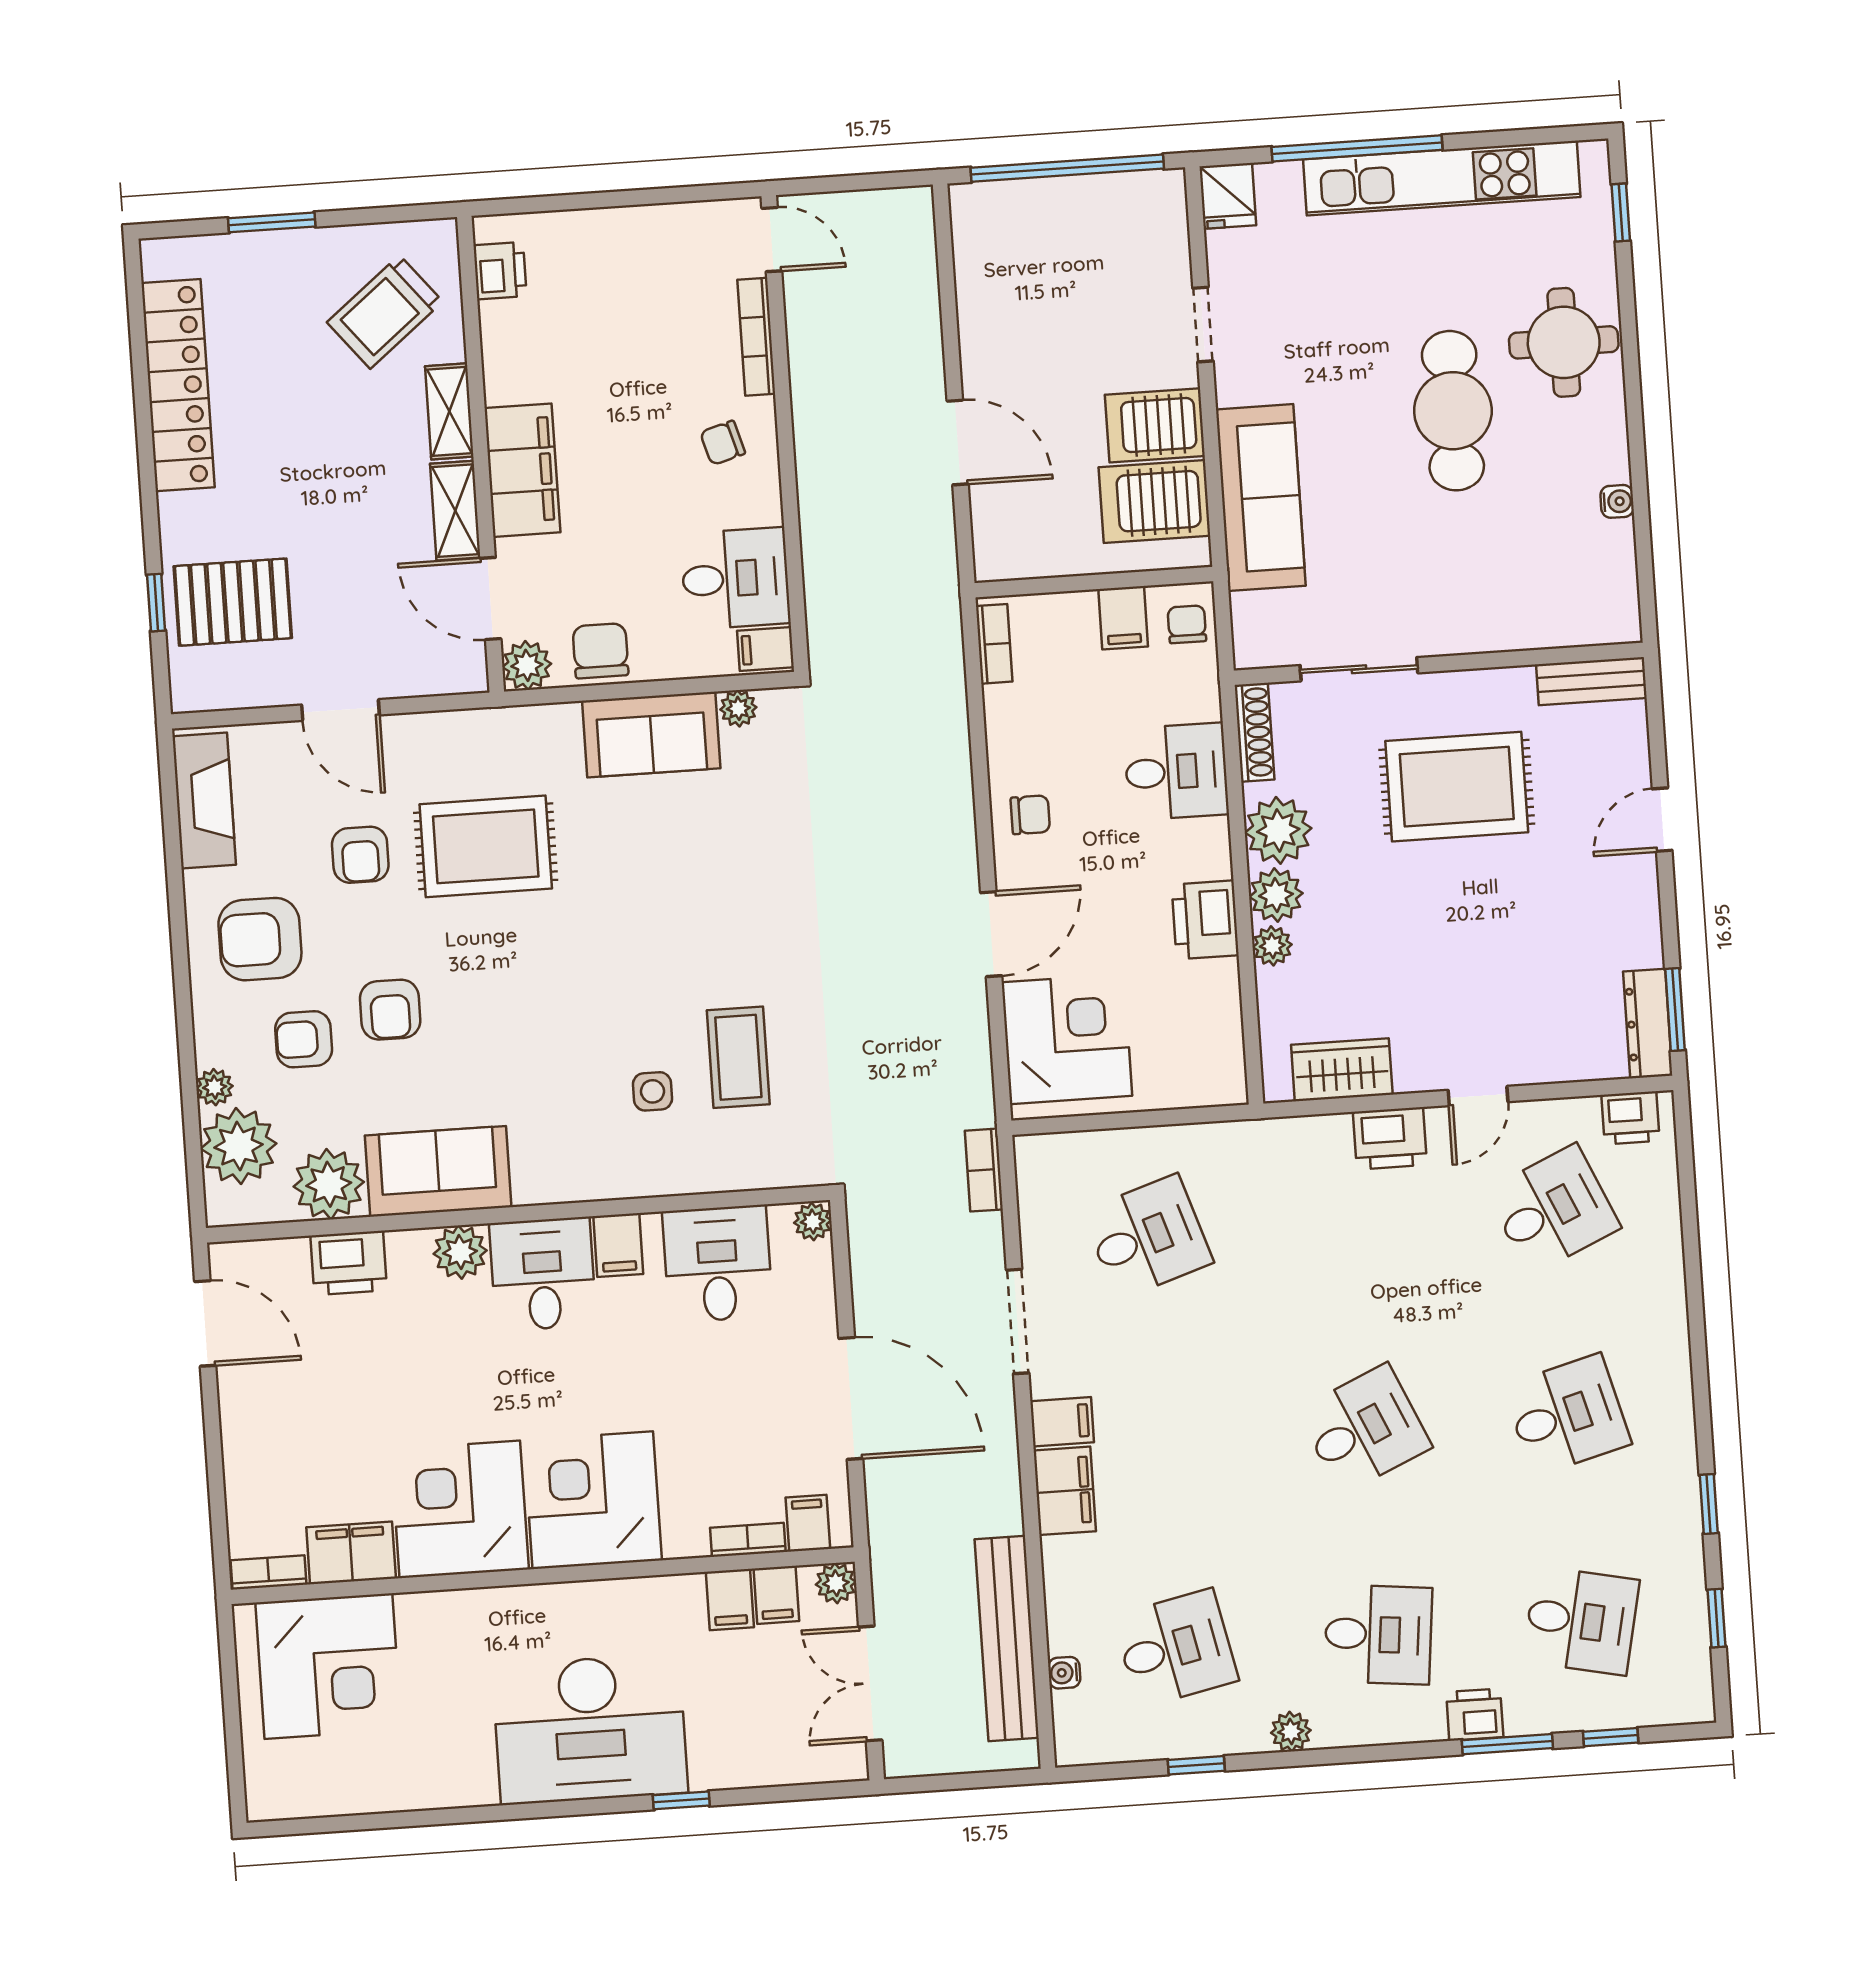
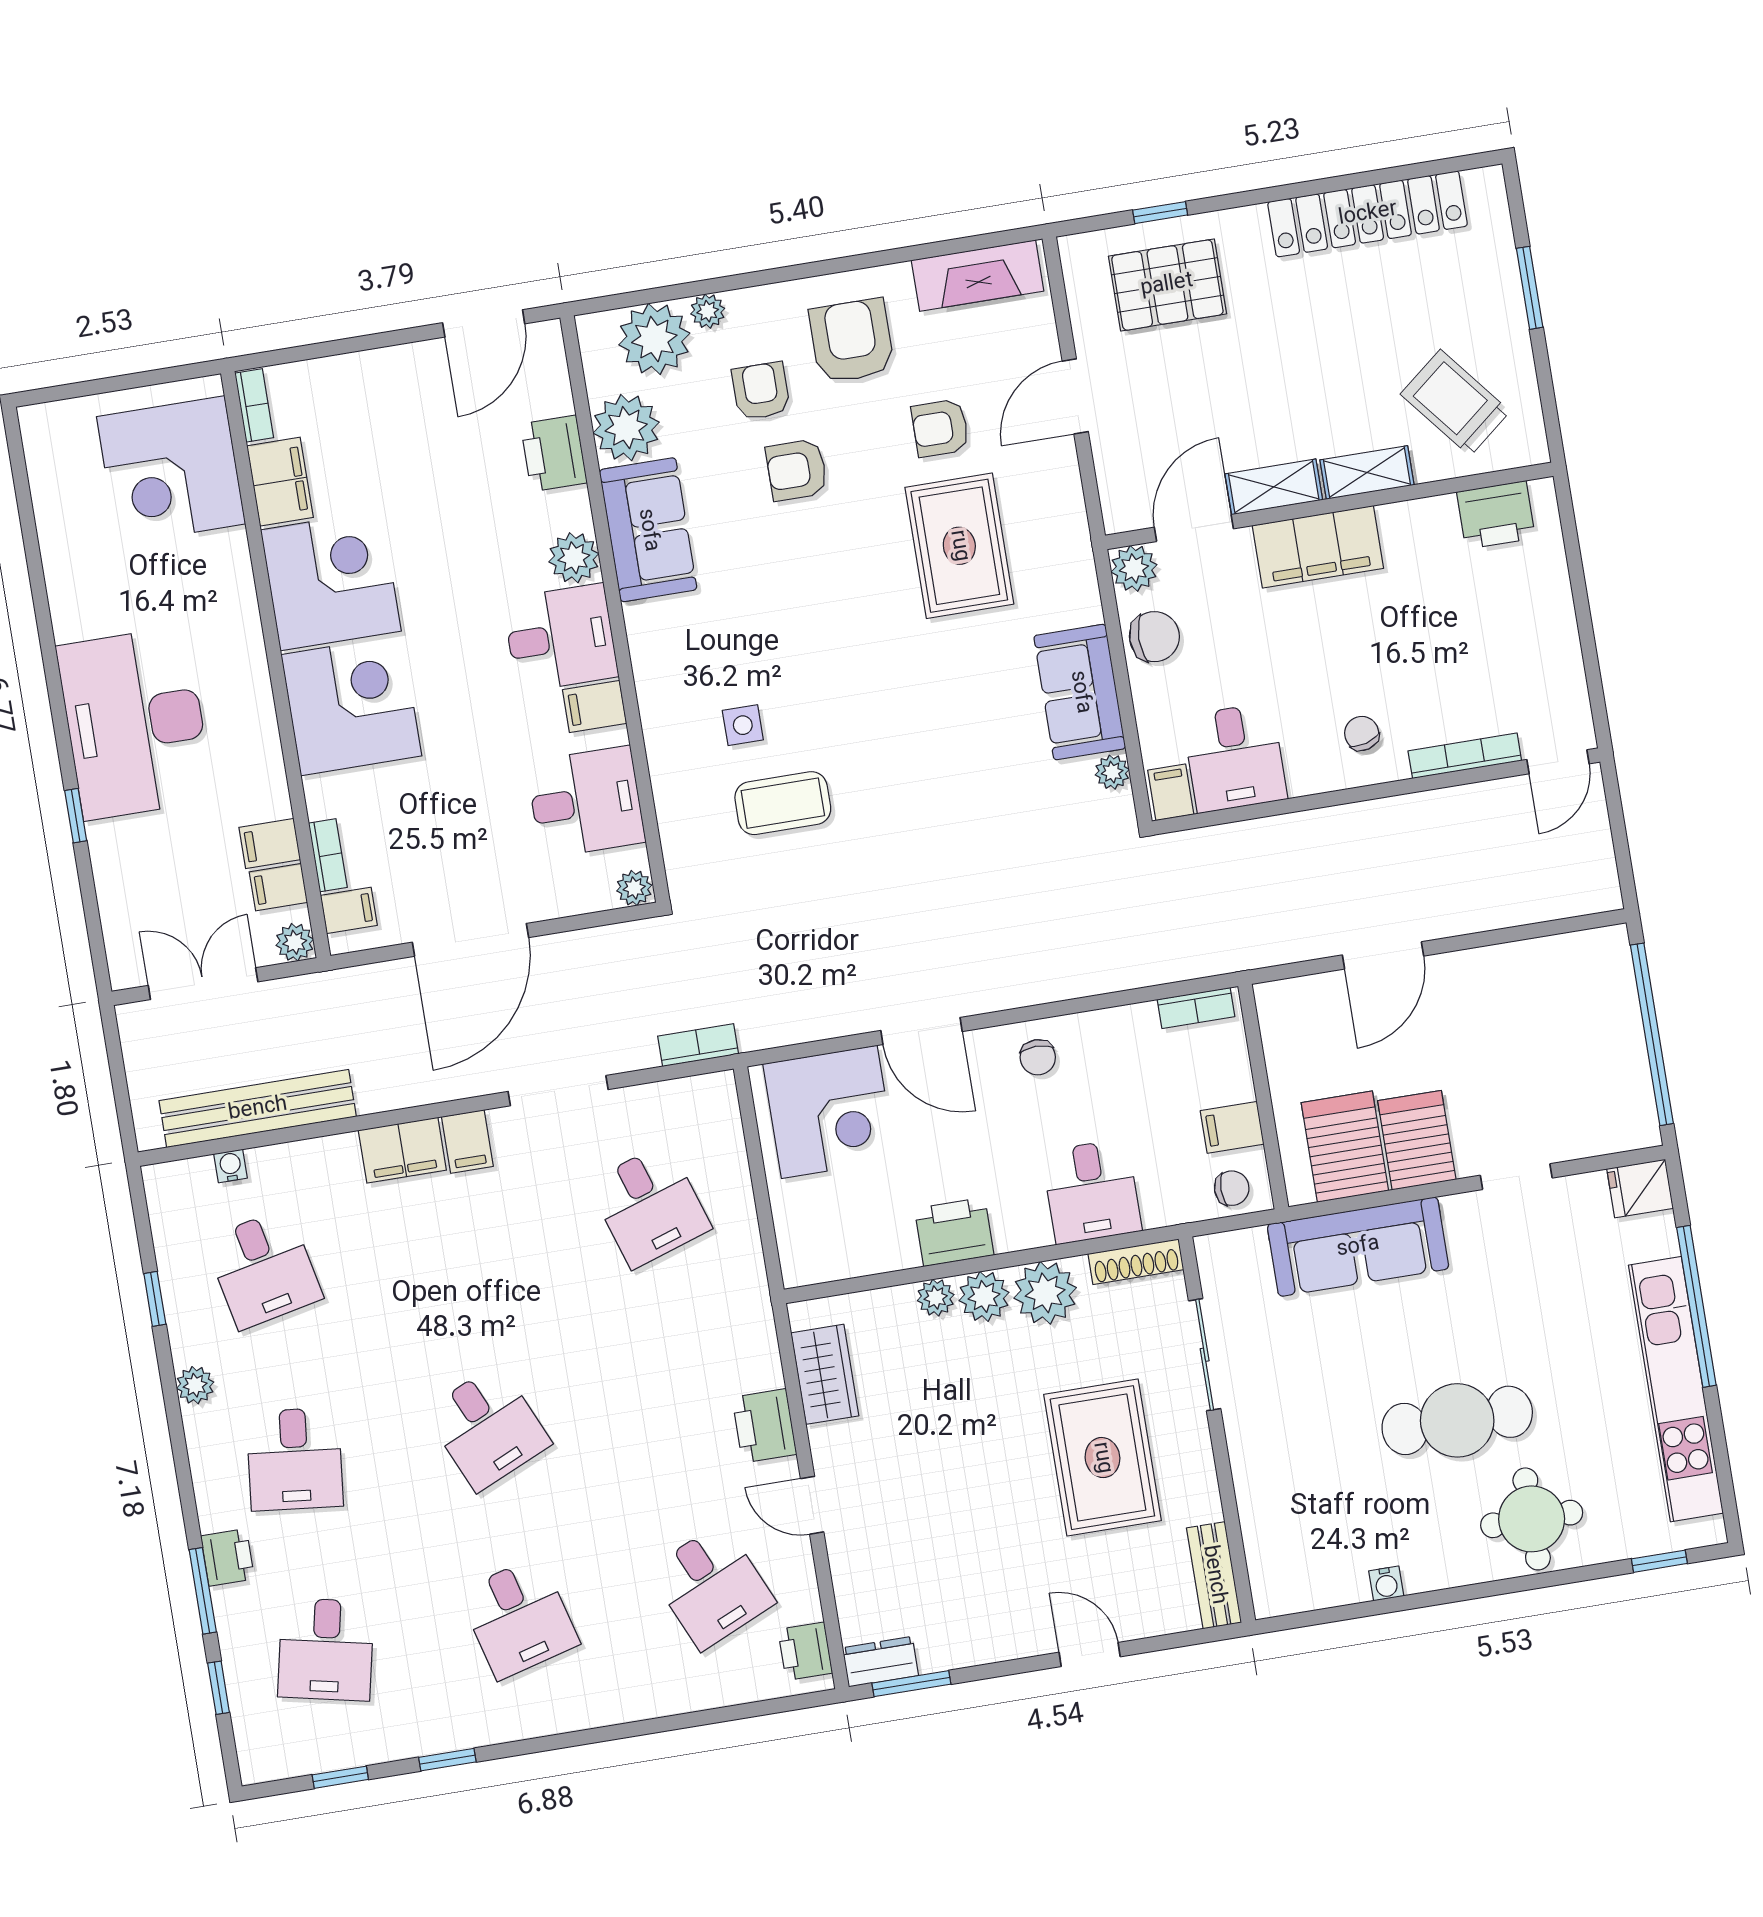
printer: (500, 271) -> (1496, 515), width x1.36, depth x1.24
pallet: (233, 602) -> (1167, 285), turned 90
dresser: (1648, 1023) -> (880, 1662), width x0.70

